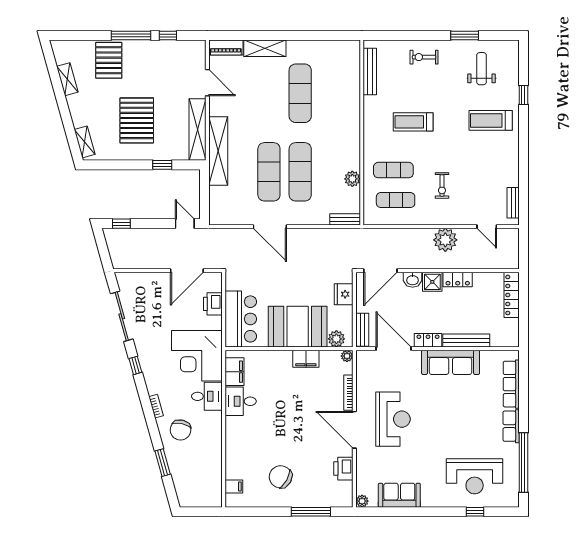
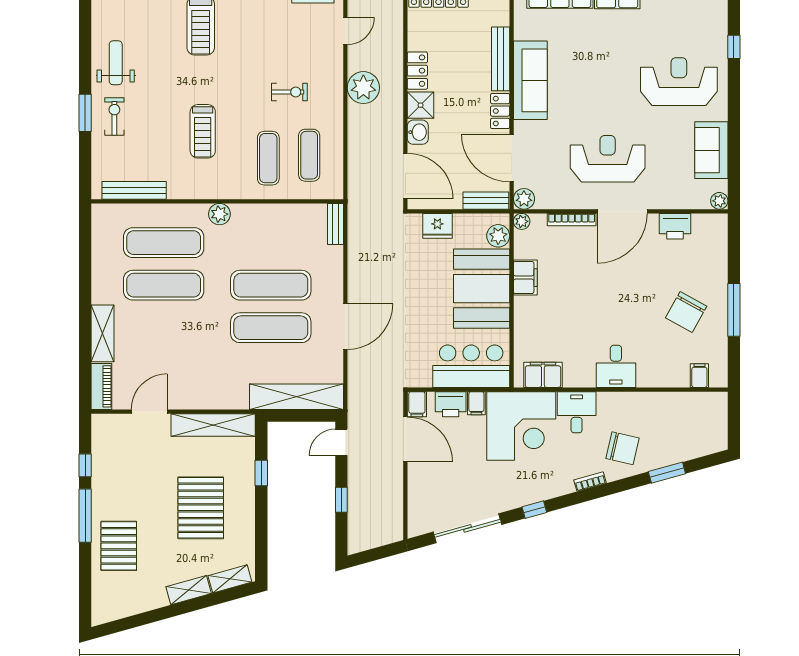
window: (465, 36) -> (85, 113), moved
exercise bike: (424, 57) -> (114, 116), turned 180
pallet: (109, 60) -> (119, 546), turned 90
weight bench: (482, 69) -> (116, 63), moved, turned 90
shelving: (67, 79) -> (189, 590), moved
exercise mat: (331, 93) -> (164, 243), added
pallet: (137, 120) -> (201, 508), turned 90
shelving: (218, 151) -> (297, 397), moved
plant: (352, 179) -> (219, 214), moved
window: (121, 224) -> (341, 500), moved
filing cabinet: (213, 279) -> (417, 404), added
filing cabinet: (214, 323) -> (476, 403), added
door: (394, 349) -> (512, 158), hinge flipped
plant: (364, 358) -> (524, 199), added
desk: (241, 401) -> (616, 366), moved
reception desk: (475, 476) -> (679, 82), moved, turned -90
window: (311, 512) -> (734, 310), moved

